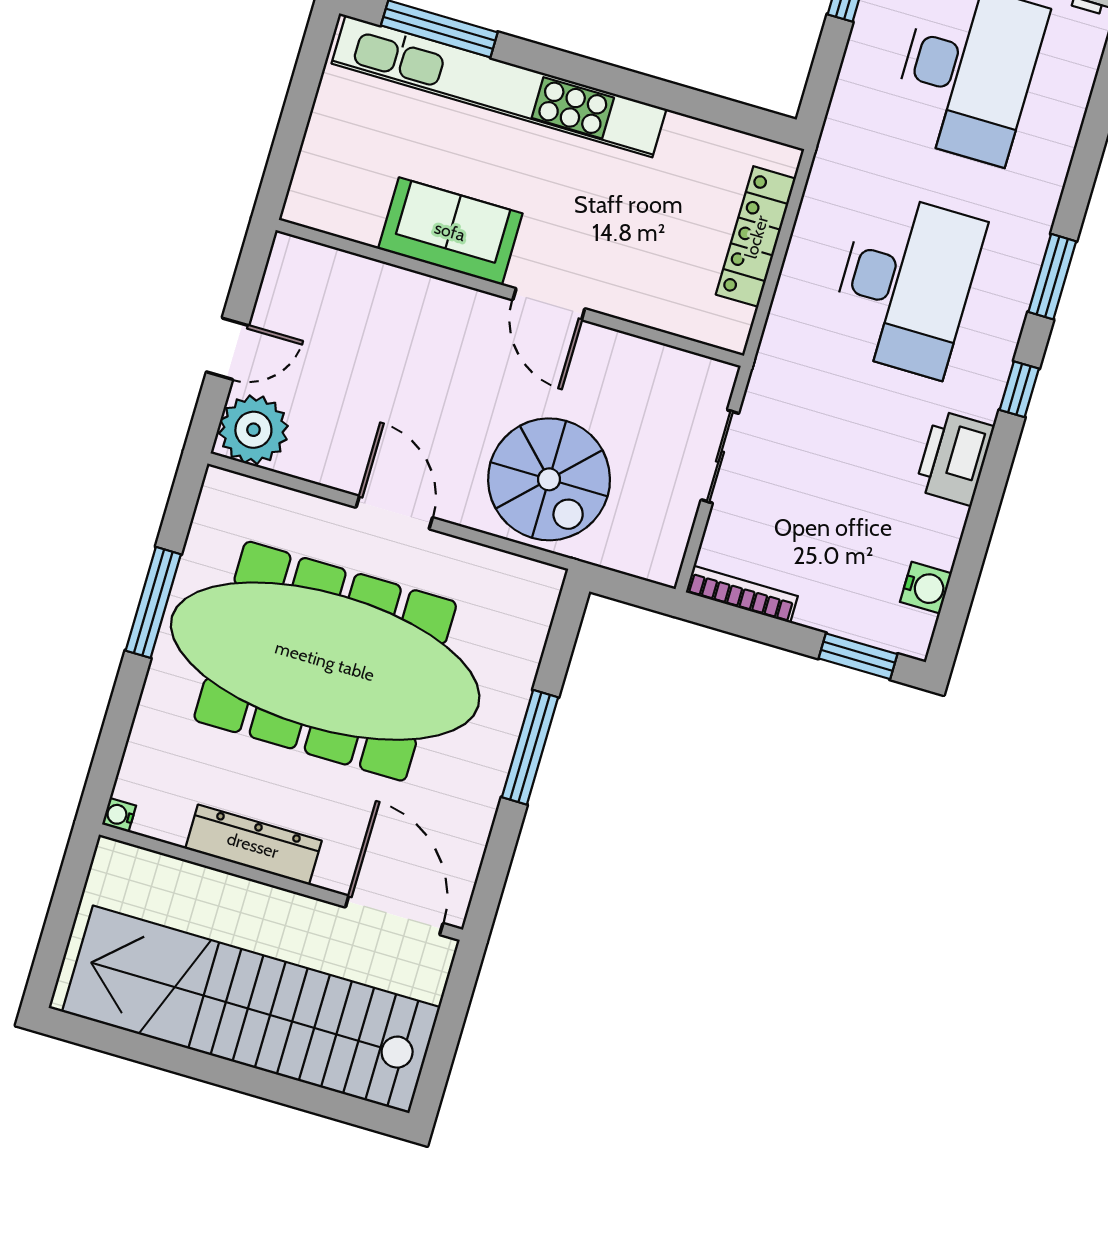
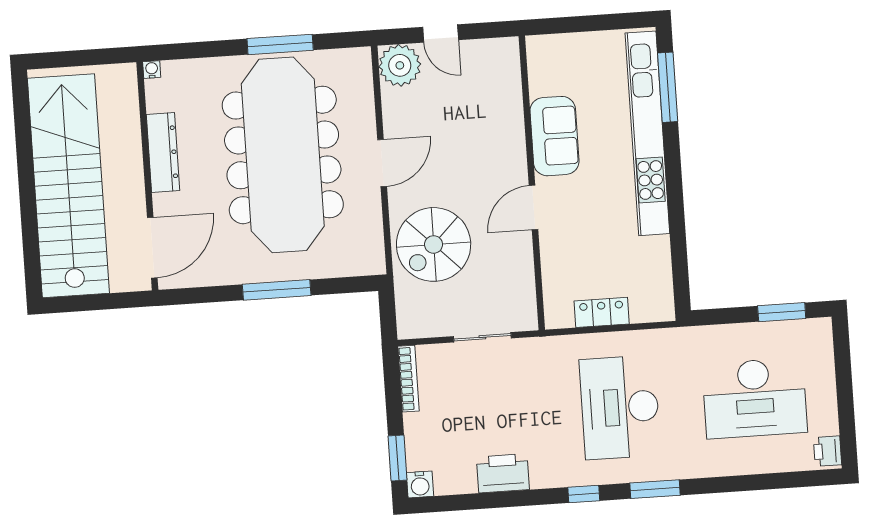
locker: (756, 237) -> (602, 312), width x0.66
desk: (906, 284) -> (620, 407), turned 90
printer: (954, 458) -> (503, 473), moved
water cooler: (926, 588) -> (420, 484), moved

